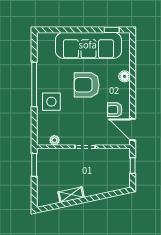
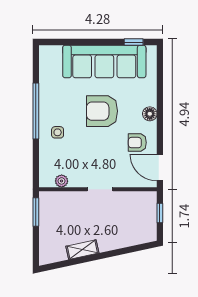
floor lamp: (125, 76) -> (150, 114), moved
side table: (51, 102) -> (58, 132), width x0.54, depth x0.54

